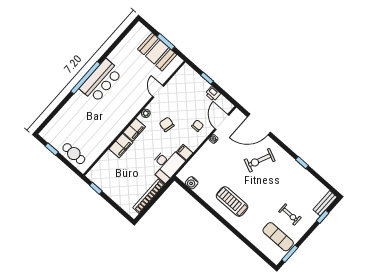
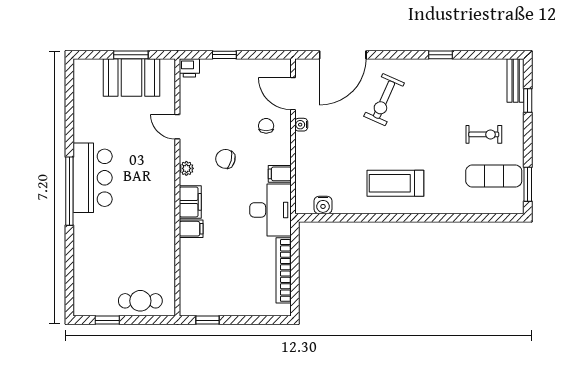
printer: (213, 94) -> (189, 68), moved
filing cabinet: (121, 146) -> (191, 229), width x0.50

